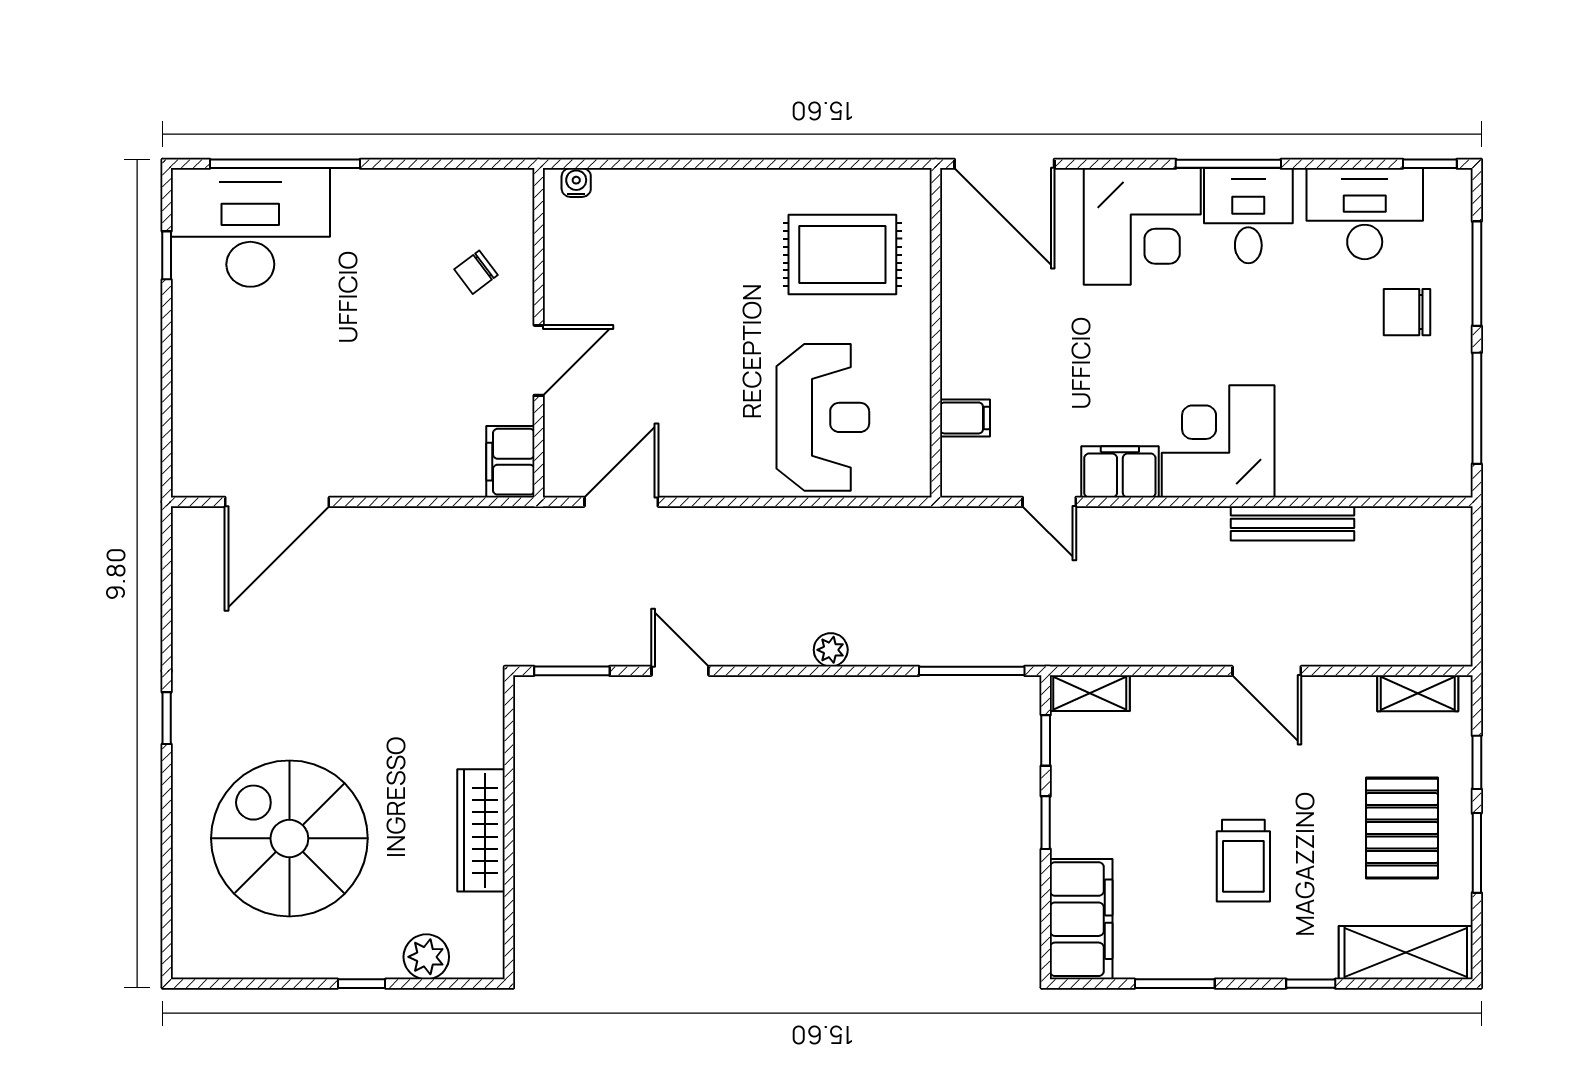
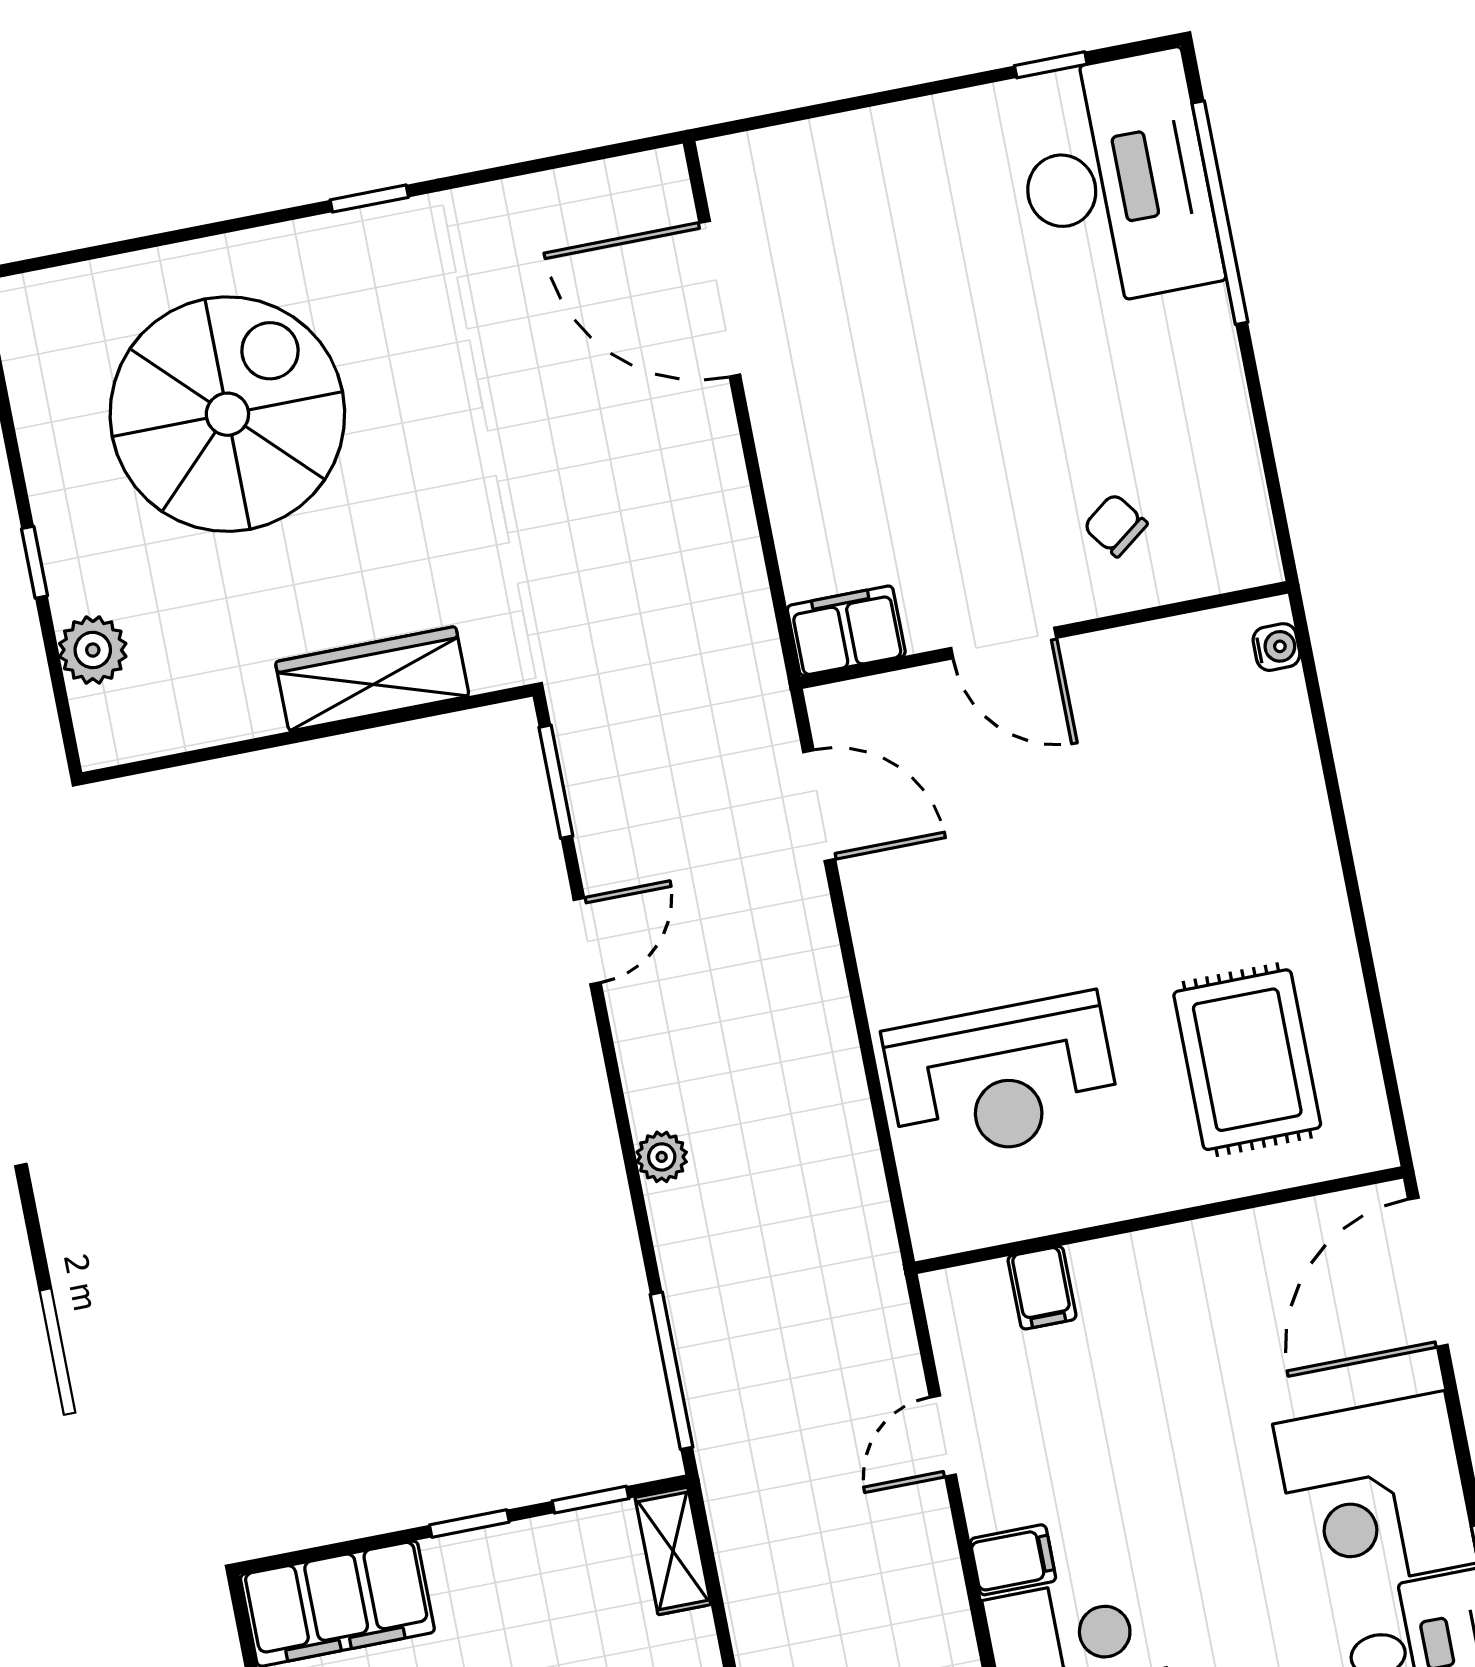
filing cabinet: (1120, 472) -> (1013, 1560), width x0.50
wardrobe: (481, 830) -> (372, 679), moved

